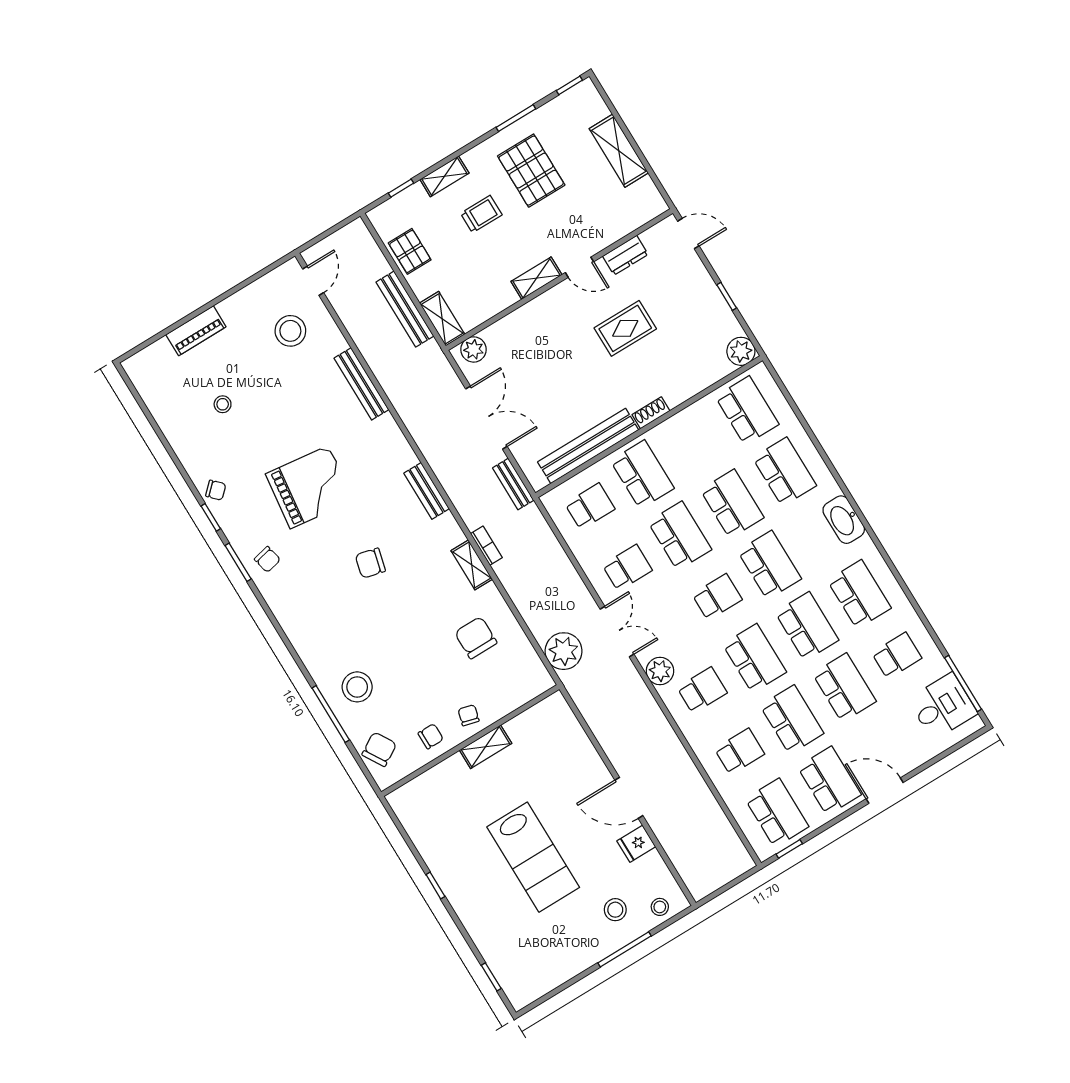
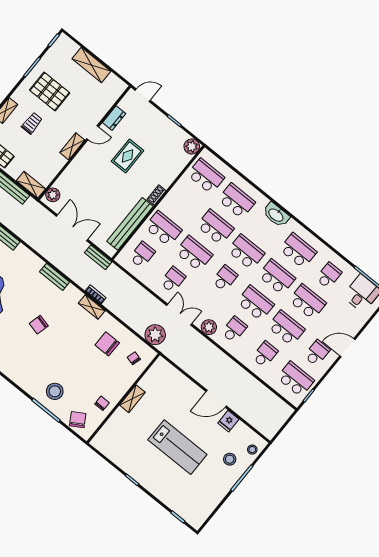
chair: (469, 715) -> (134, 358), moved
school desk: (829, 781) -> (317, 353), width x0.54

